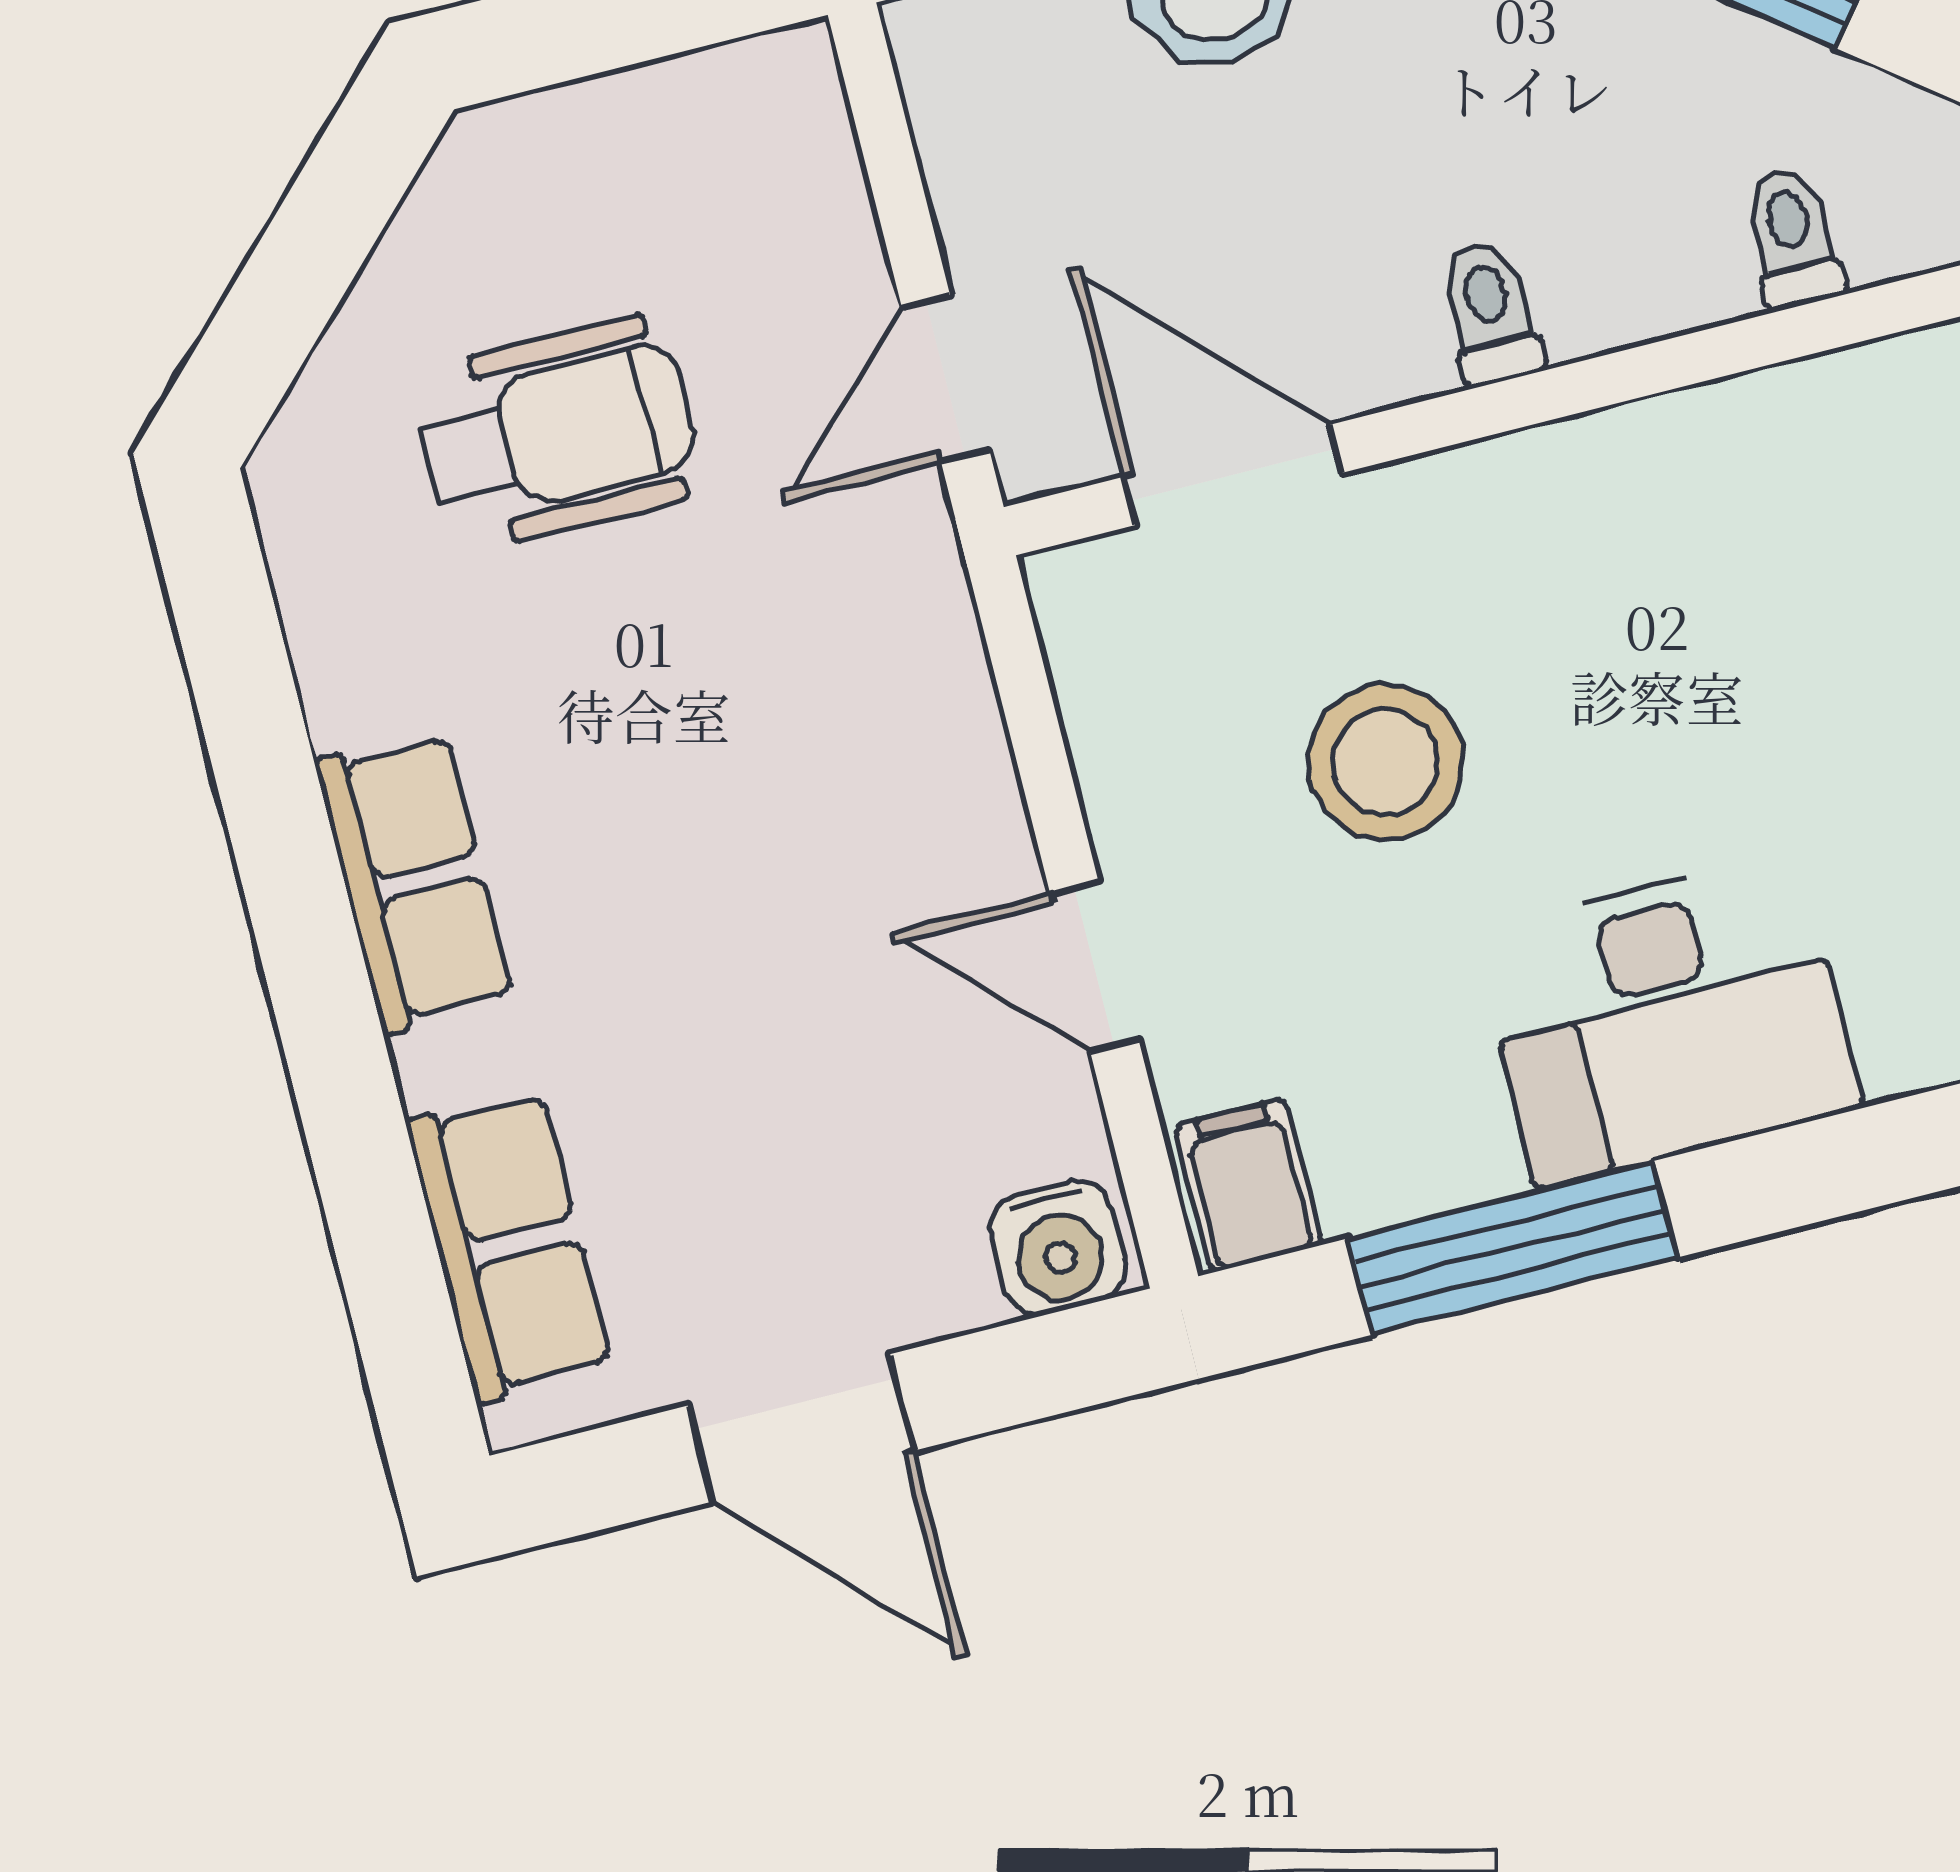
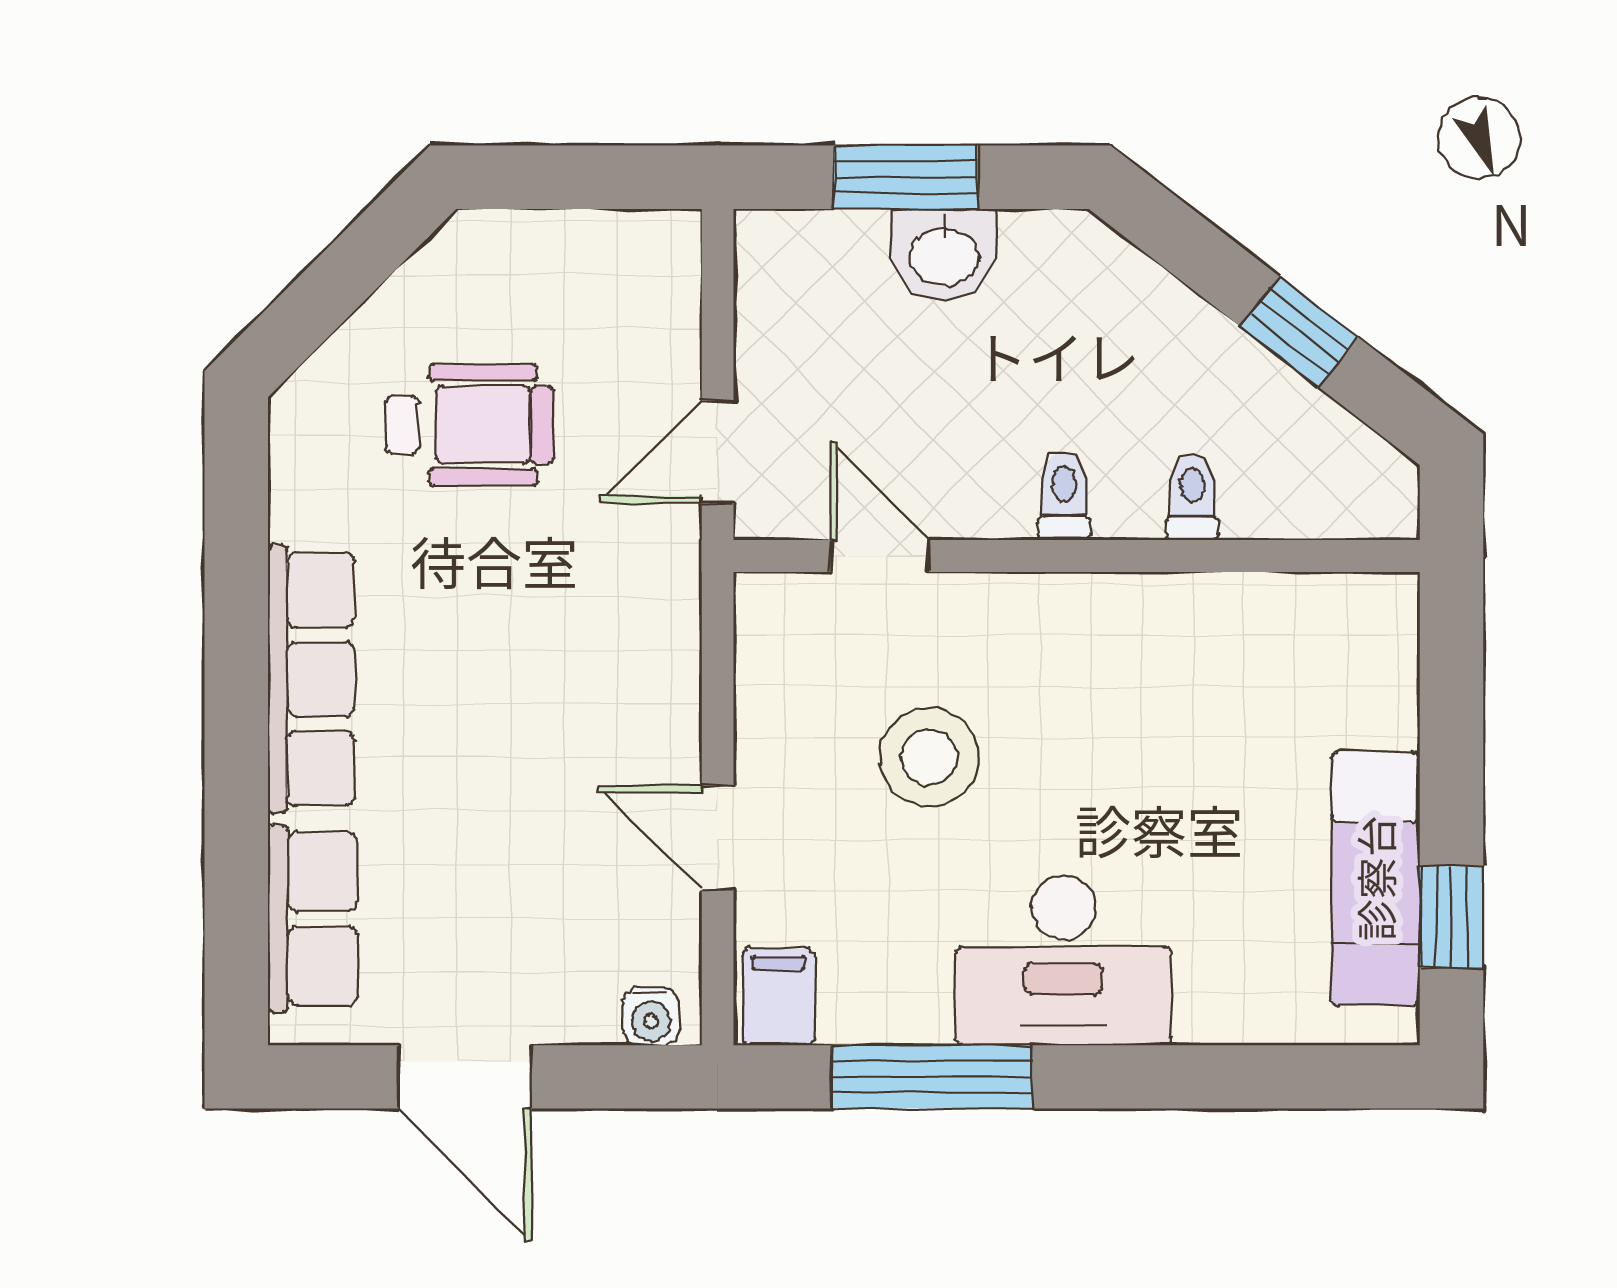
toilet: (1793, 238) -> (1192, 497), moved
door: (1233, 475) -> (880, 556), width x0.73
row of seats: (414, 881) -> (311, 679), width x1.48
water cooler: (1058, 1248) -> (651, 1017), width x0.72, depth x0.72

